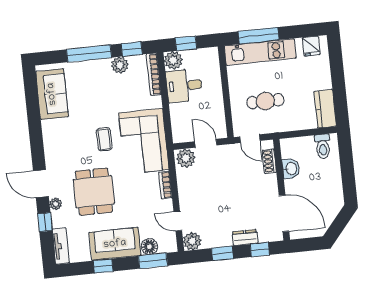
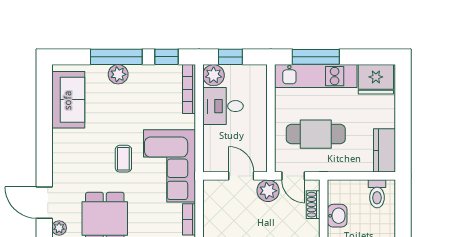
fridge: (311, 46) -> (376, 79), width x1.88, depth x1.34
plant: (120, 65) -> (118, 74), moved
cafe table: (265, 101) -> (316, 134), width x1.37, depth x1.35
plant: (186, 158) -> (268, 191), moved

